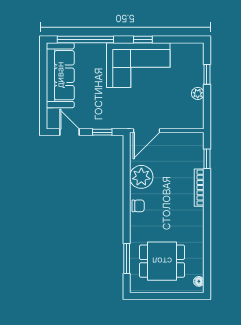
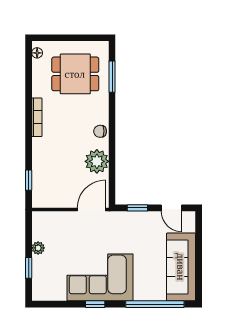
bookcase: (199, 188) -> (37, 117), moved

